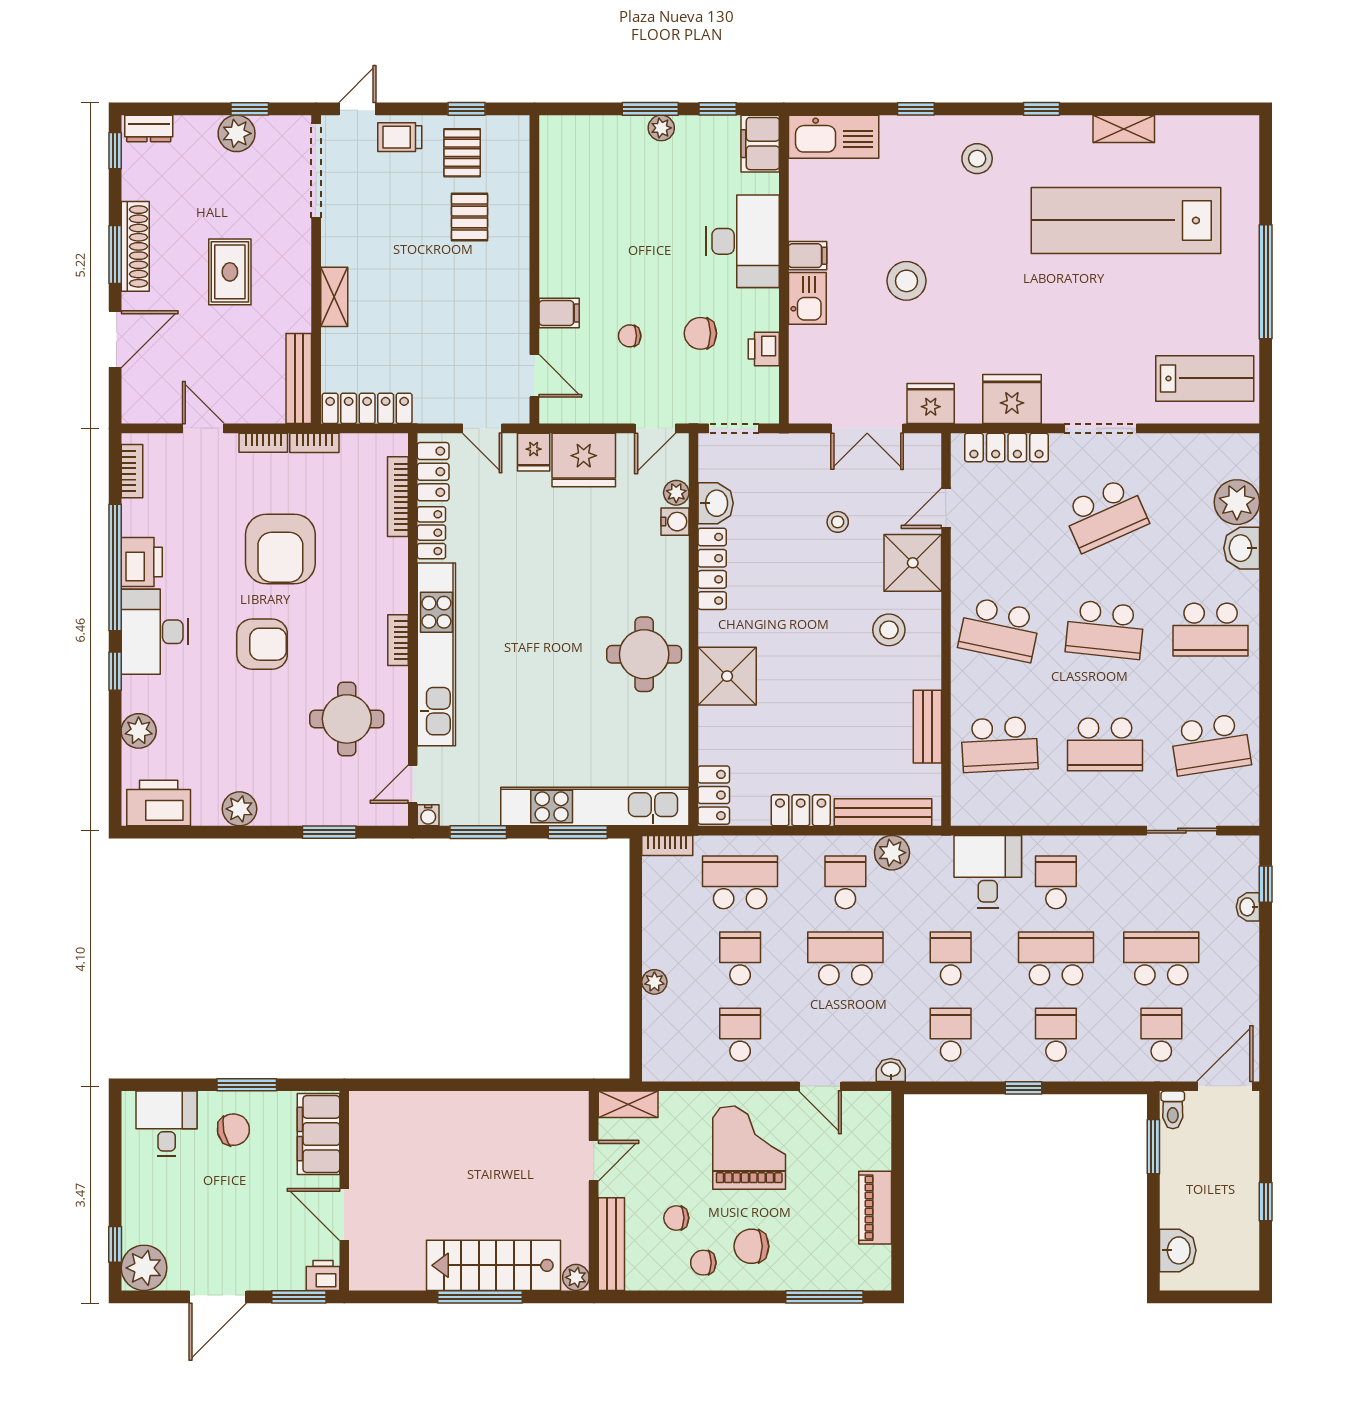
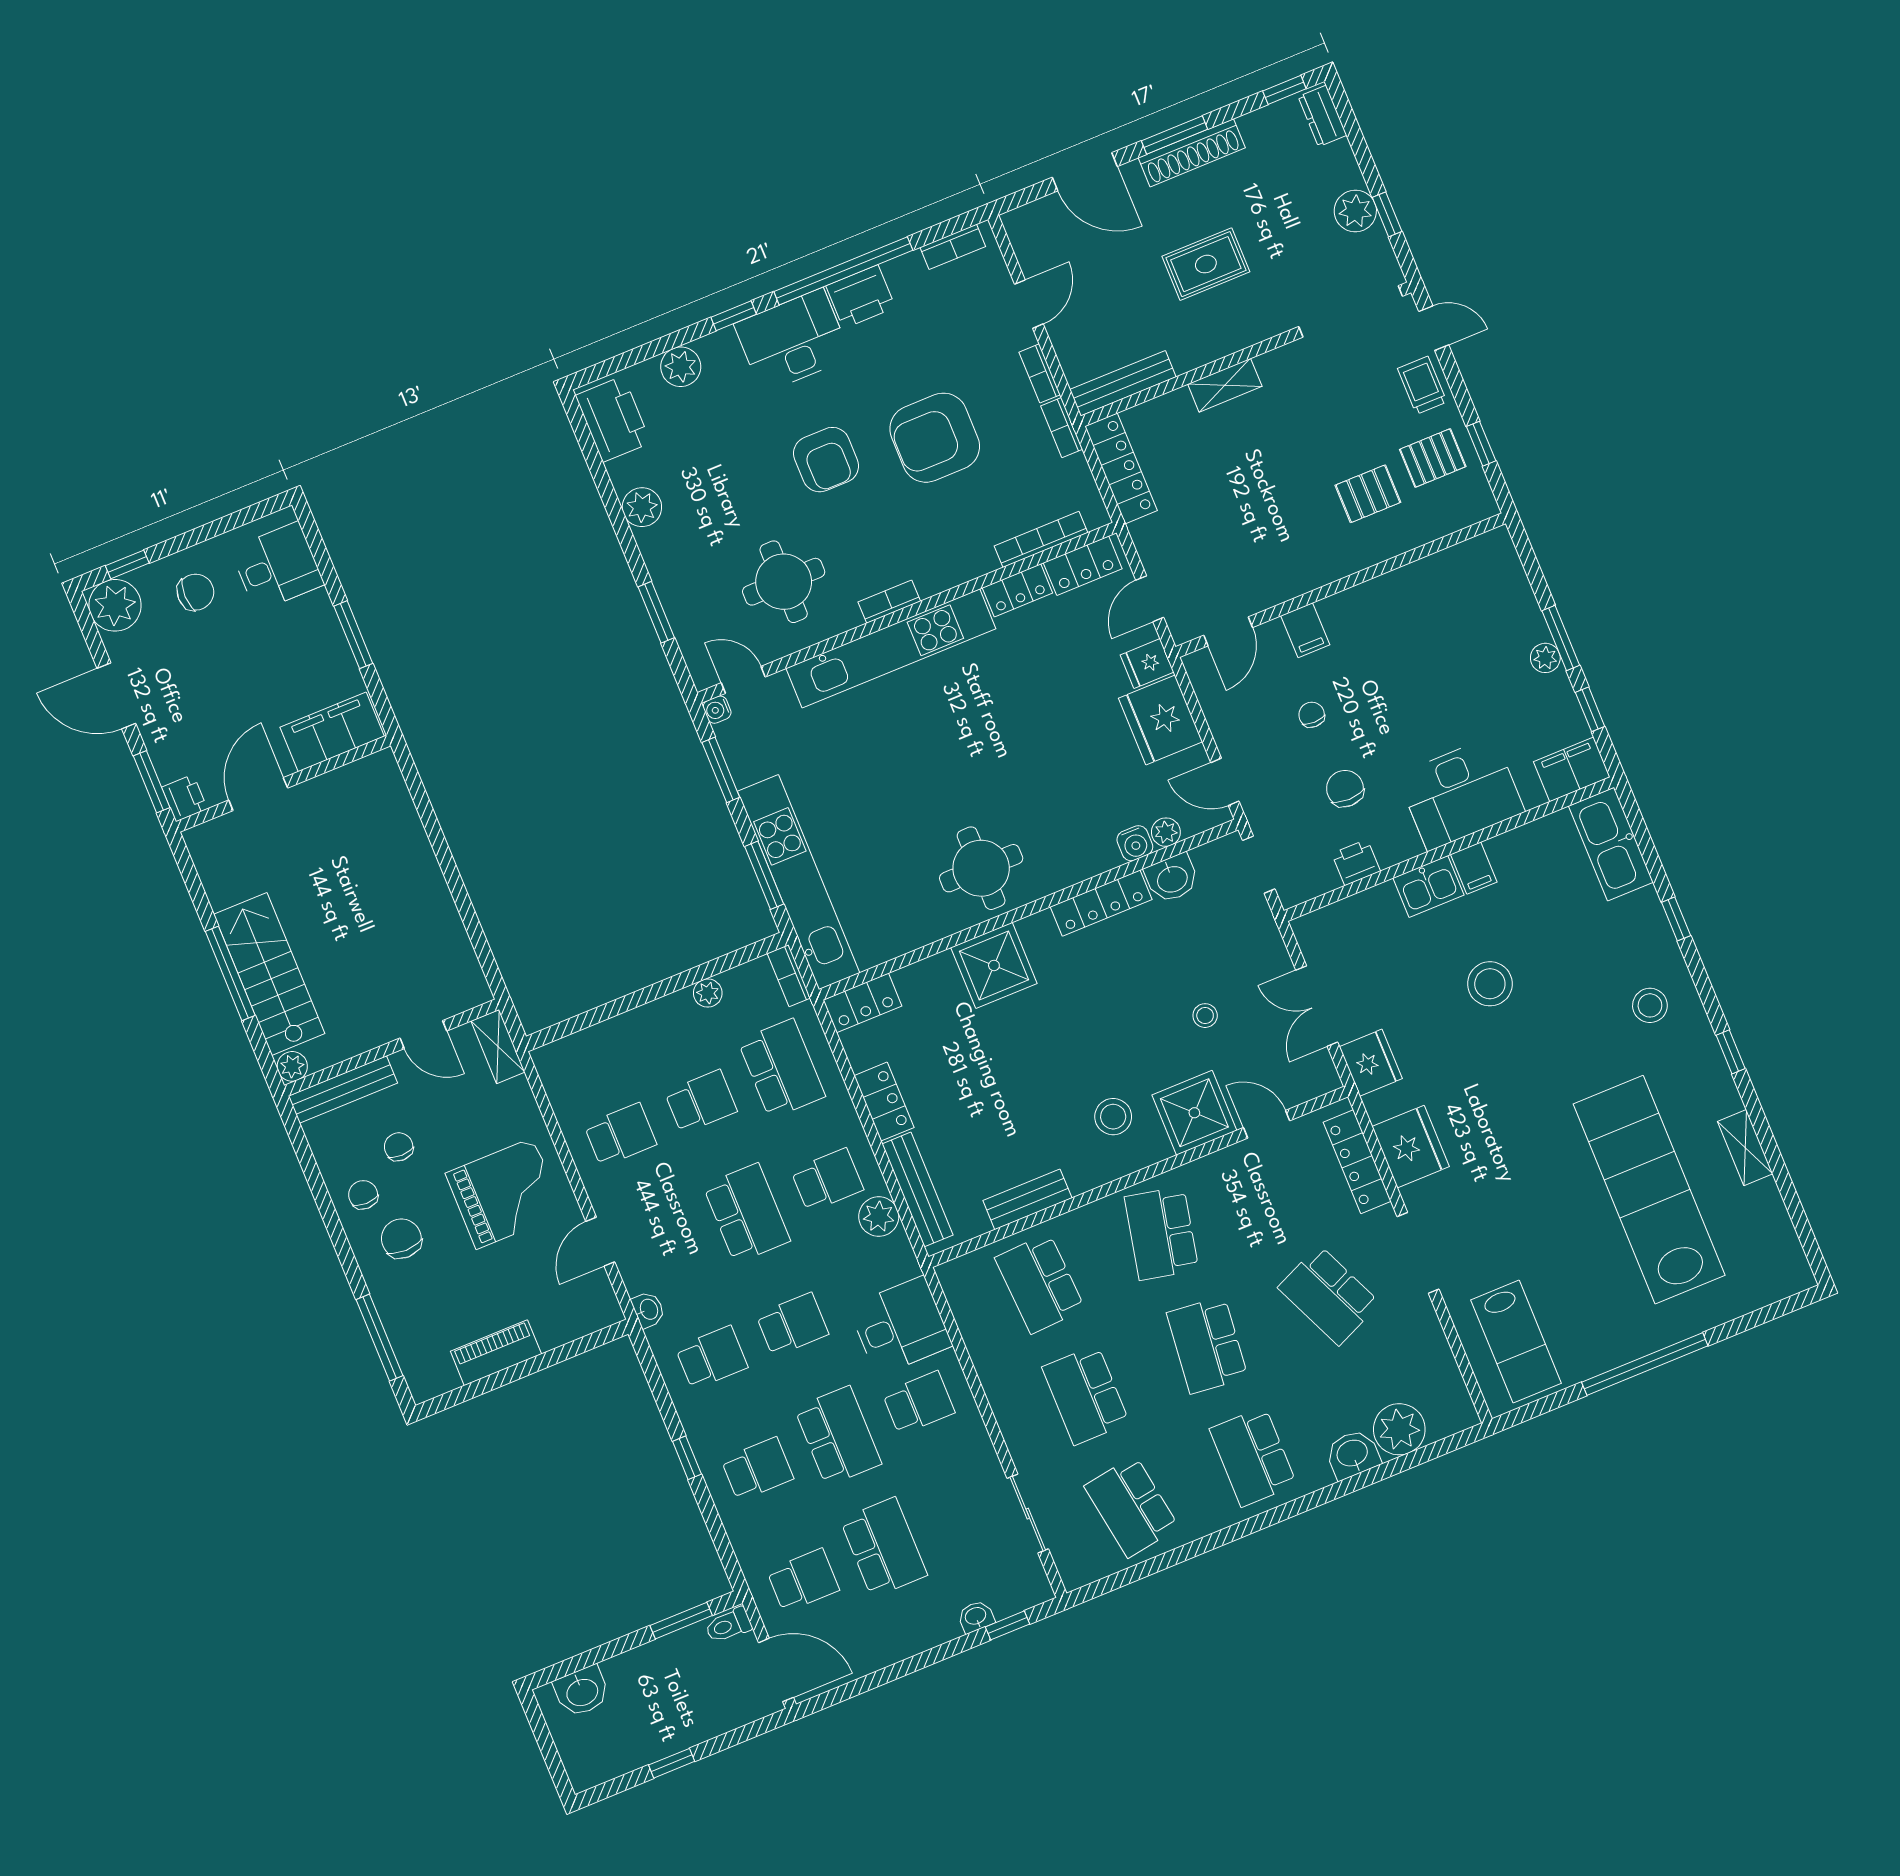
plant: (654, 982) -> (708, 993), moved
chair: (233, 1130) -> (196, 592), moved, turned -77

